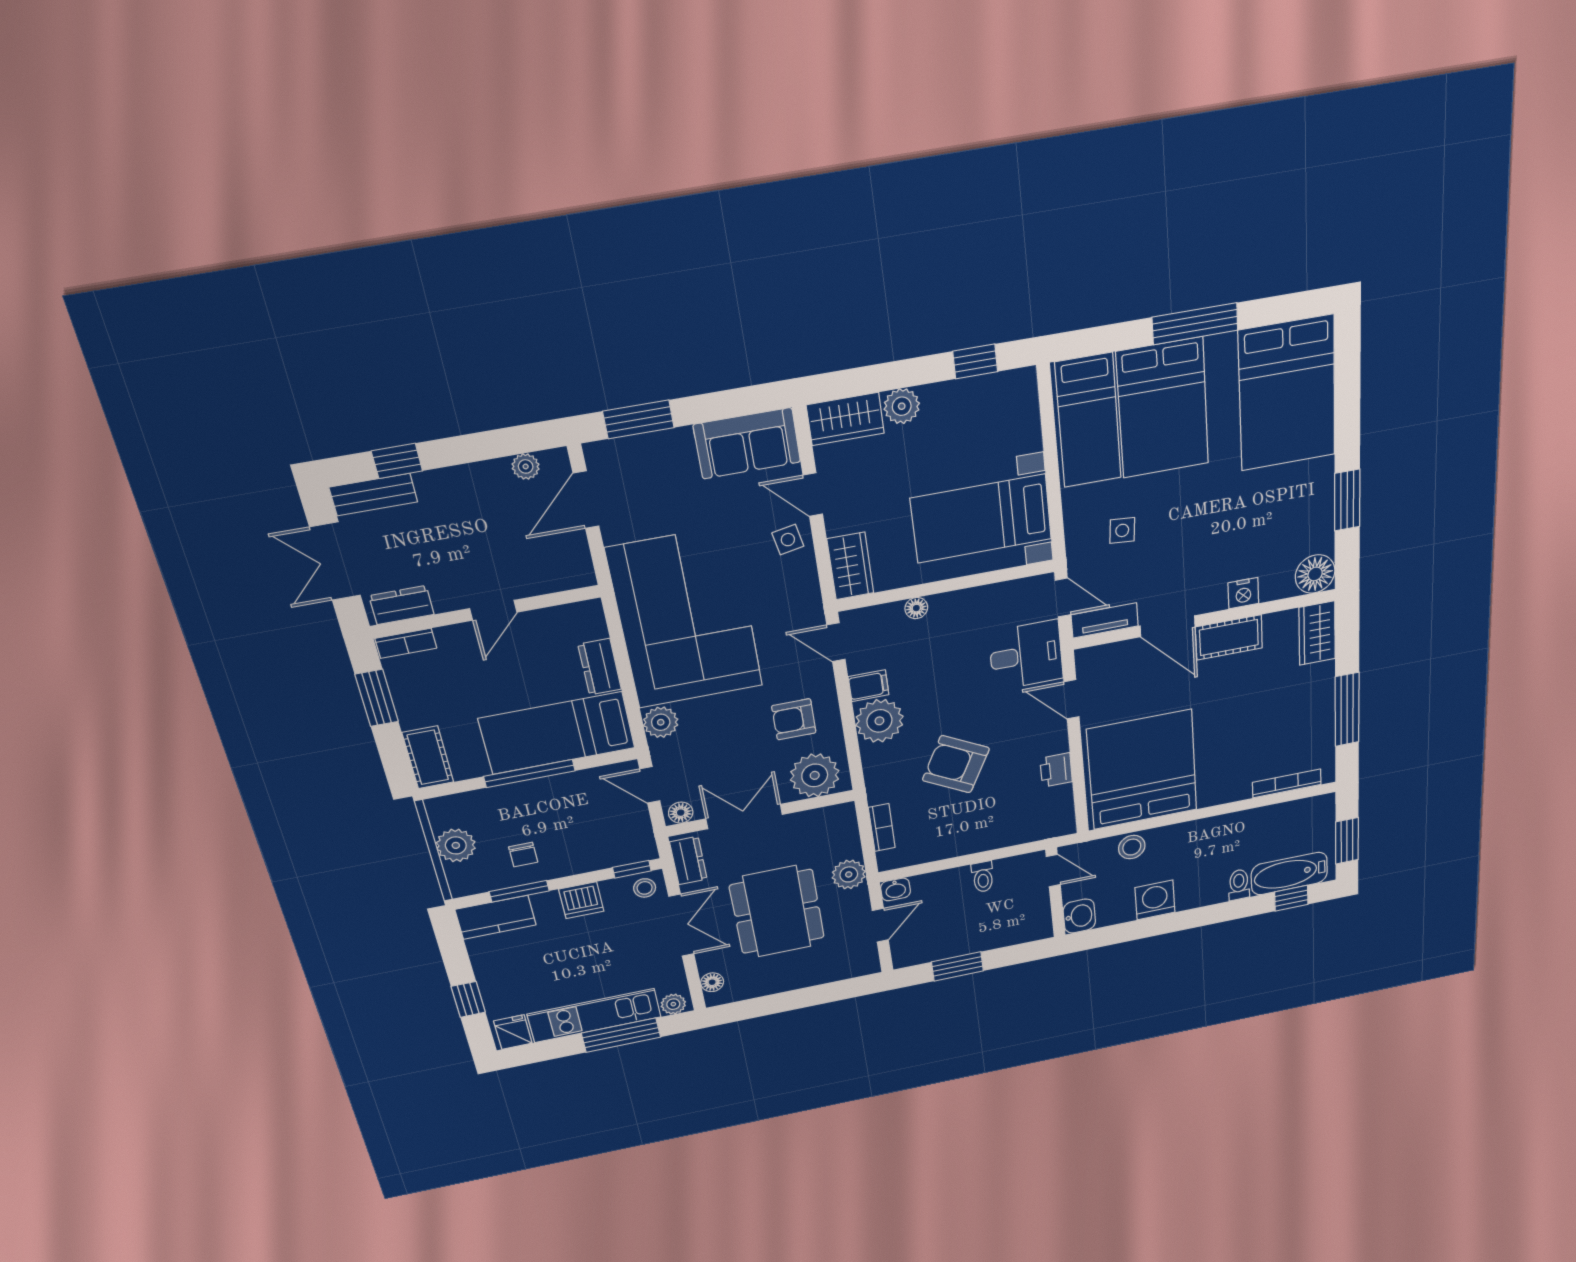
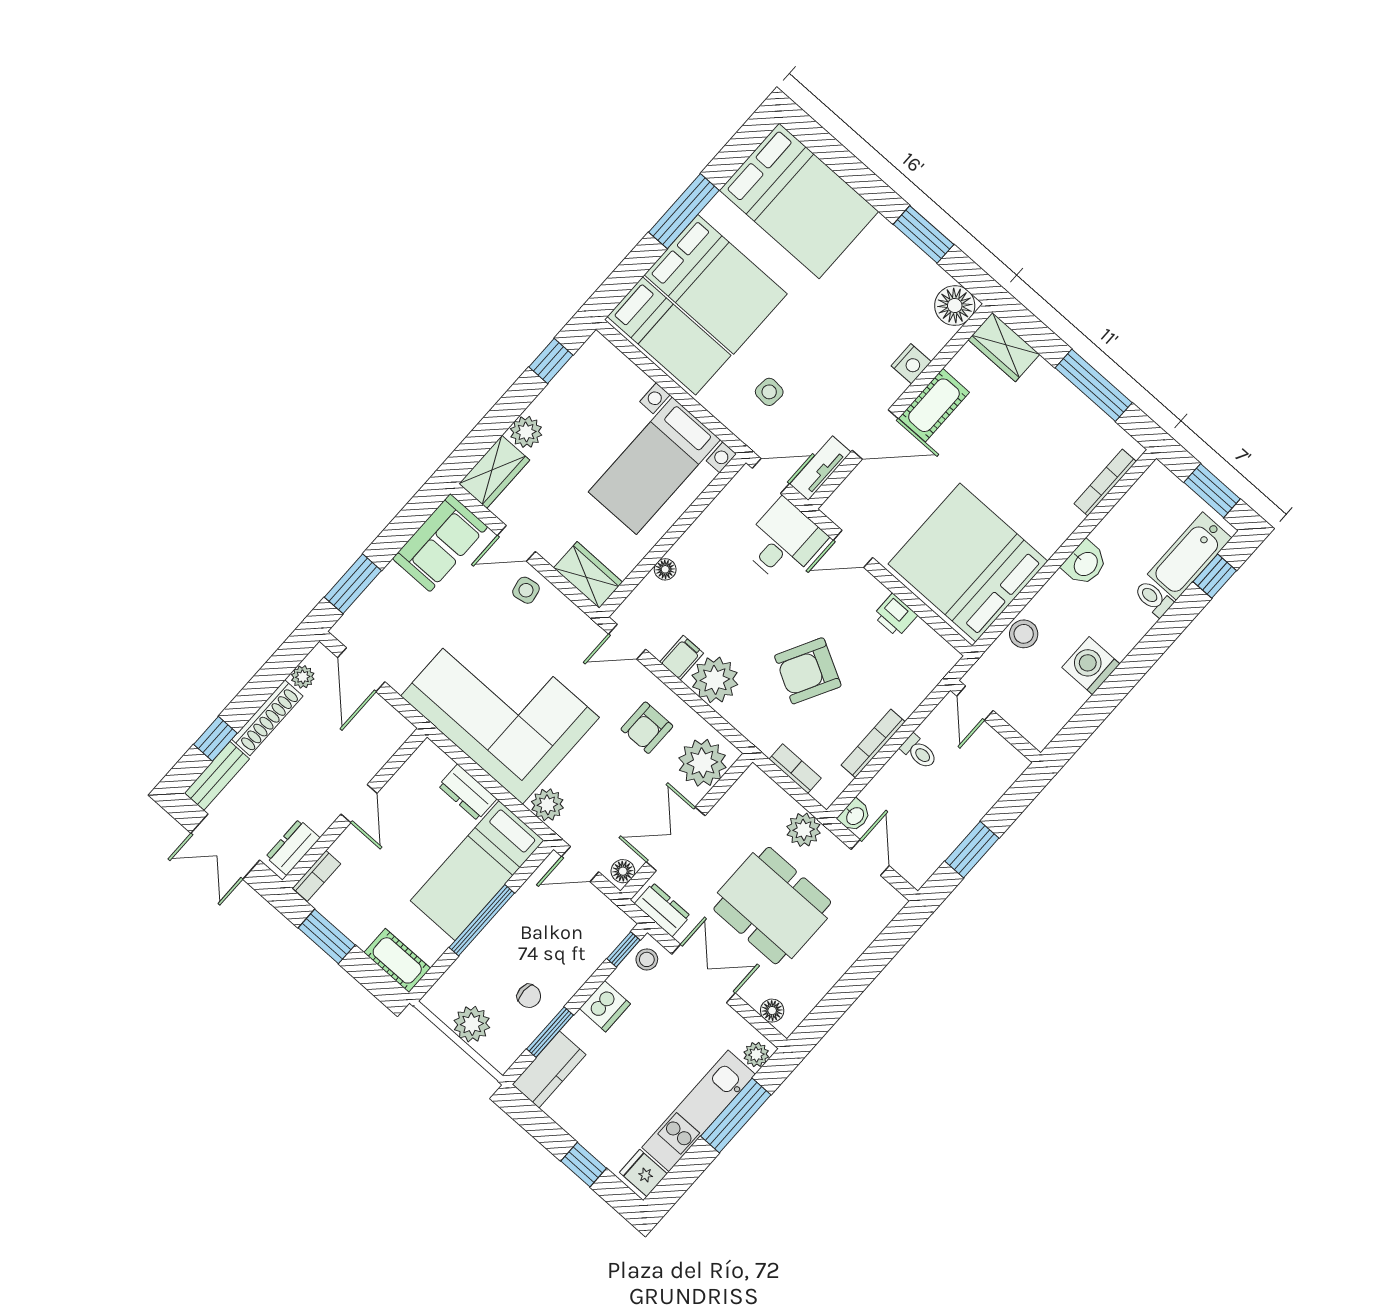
shoe rack: (463, 478) -> (267, 718), added
bookcase: (956, 849) -> (873, 743), added
door: (1053, 871) -> (975, 703), swing flipped
washbasin: (1079, 916) -> (1085, 563), moved, turned 90

